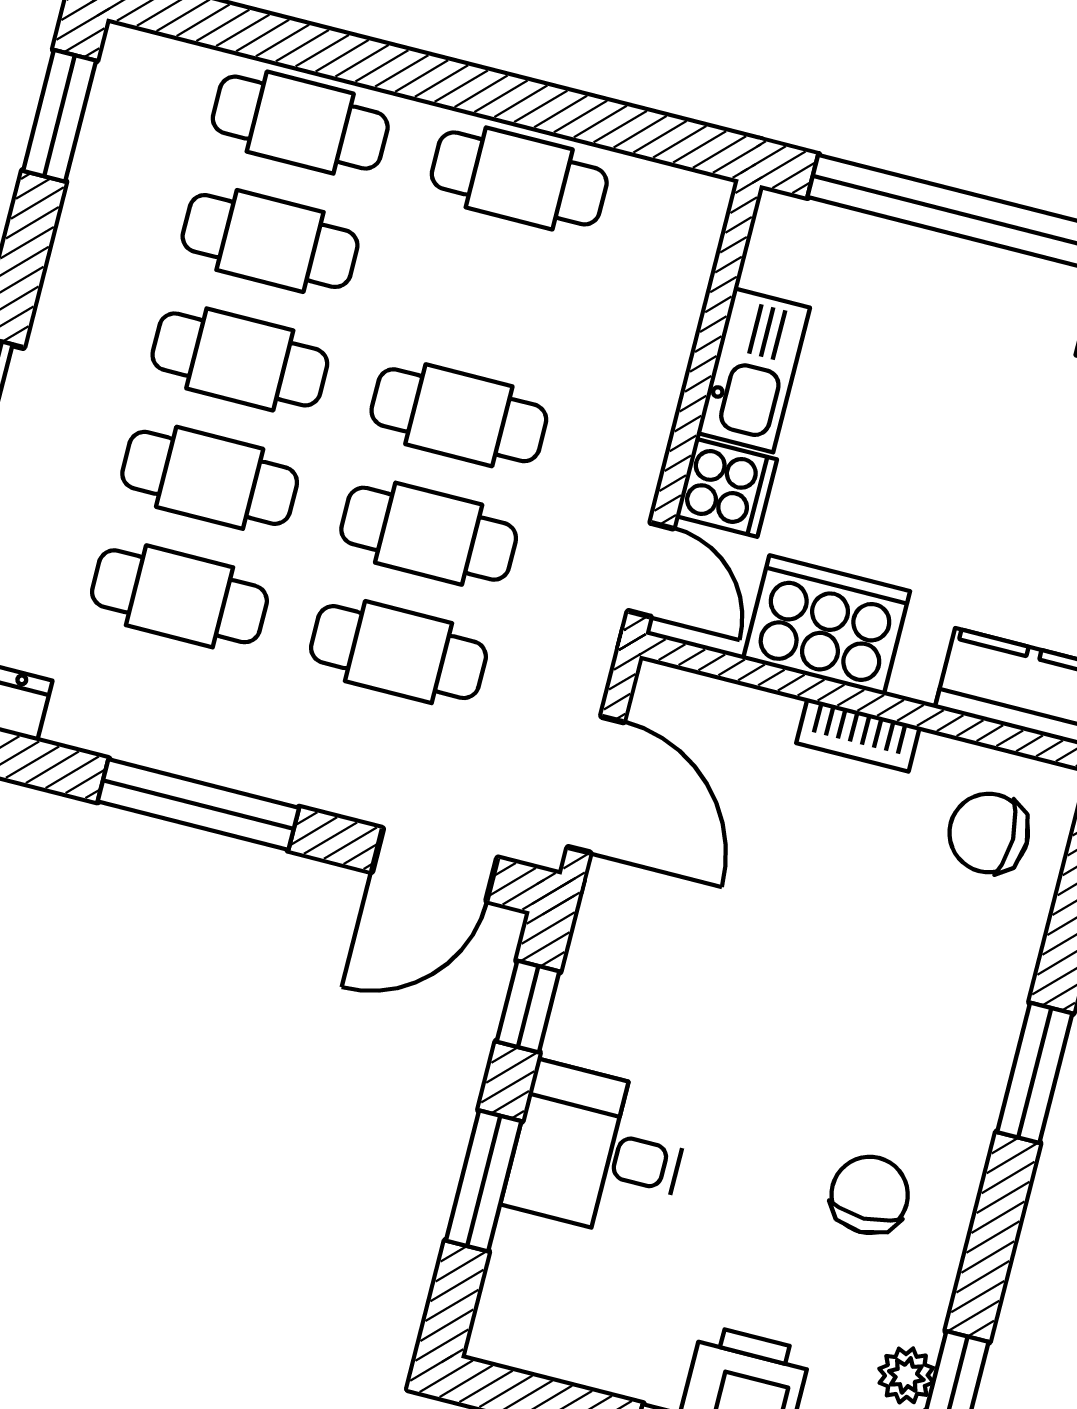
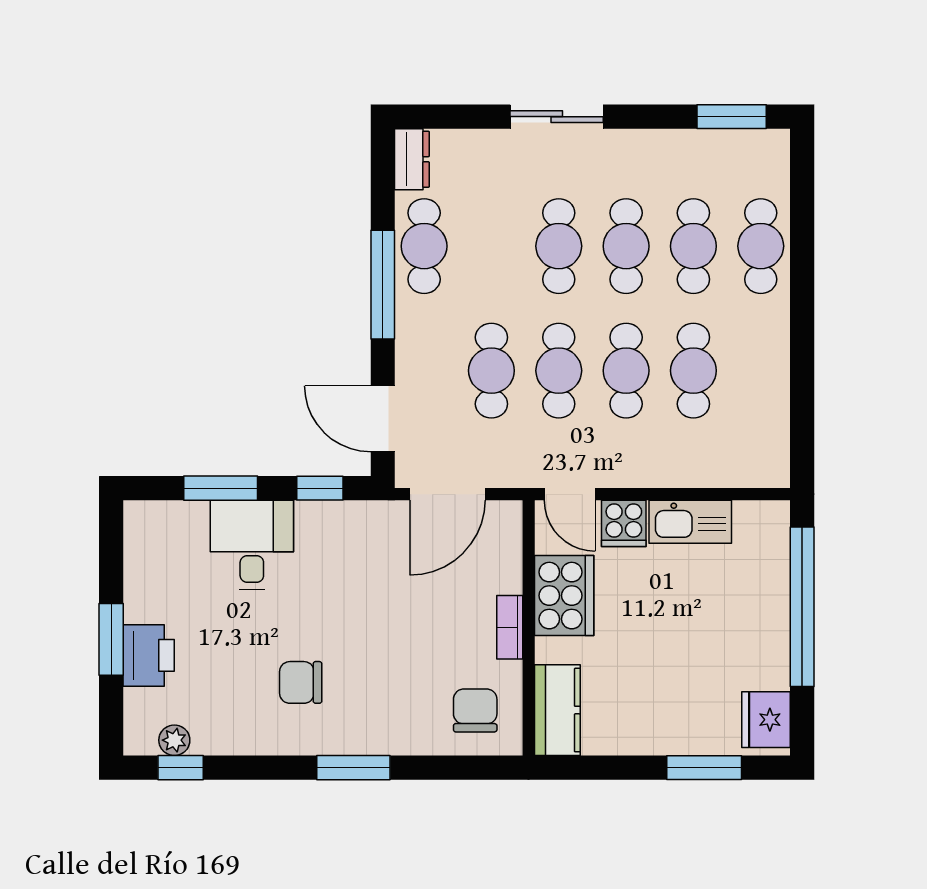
cafe table: (519, 178) -> (693, 371), moved
door: (651, 570) -> (570, 494), hinge flipped
cafe table: (179, 596) -> (424, 246), moved
chair: (870, 1195) -> (301, 682), moved, turned 180

